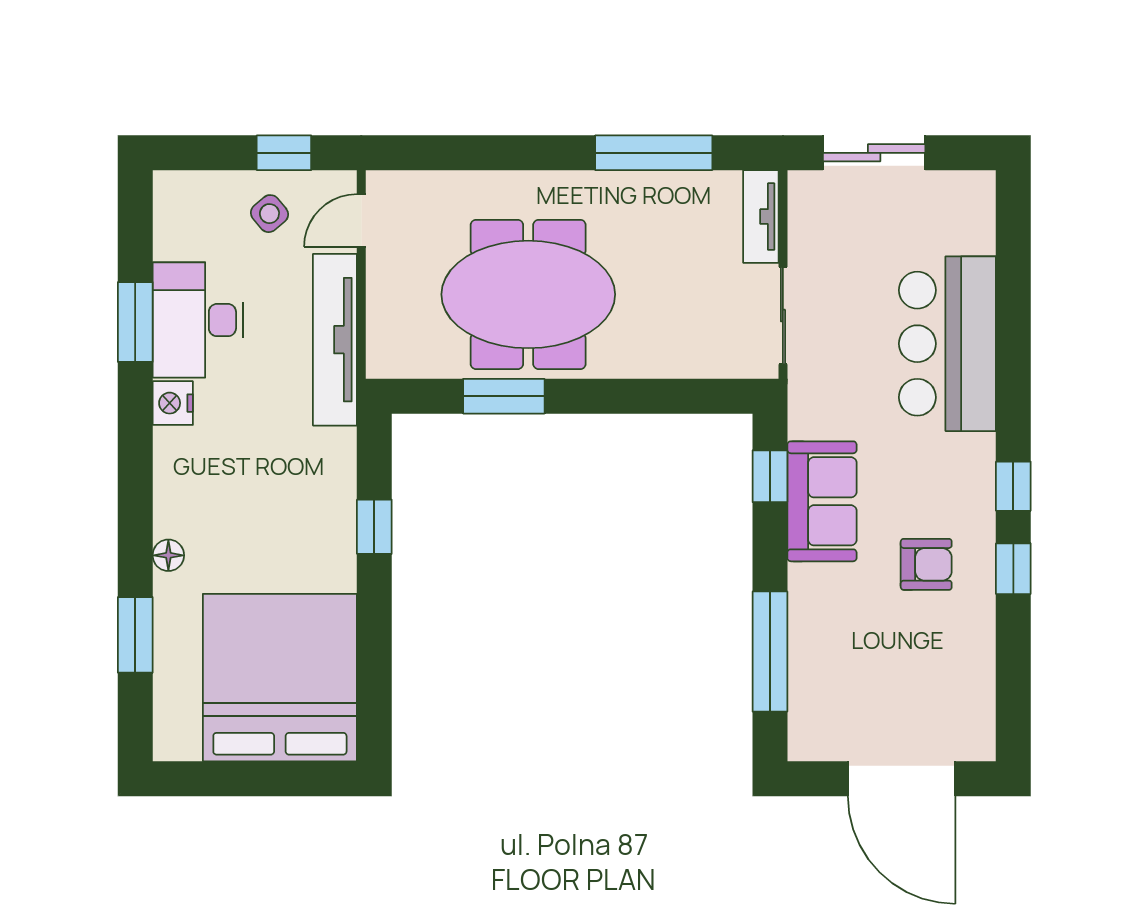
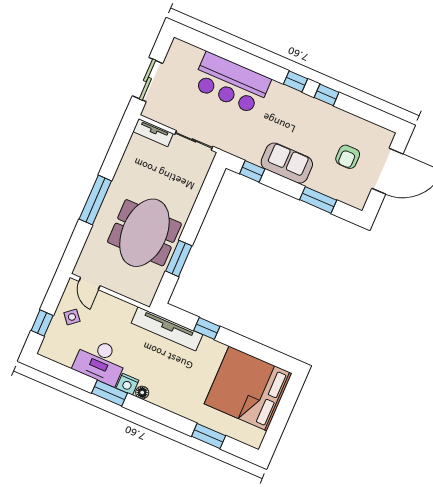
window: (284, 153) -> (42, 323), moved
window: (654, 153) -> (95, 200), moved
window: (135, 322) -> (109, 393), moved
tv unit: (335, 340) -> (167, 329), moved
sofa: (822, 501) -> (287, 163), moved
floor lamp: (168, 555) -> (142, 392), moved
armchair: (926, 564) -> (348, 157), moved, turned 180
window: (770, 652) -> (318, 200), width x0.69

